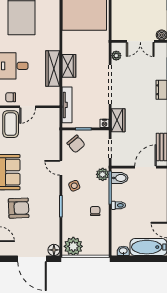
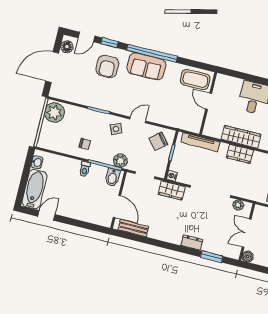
chair: (11, 97) -> (223, 86), removed
floor lamp: (54, 250) -> (67, 47), moved

